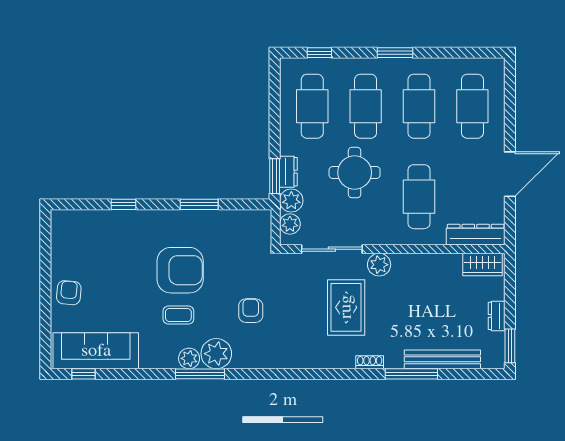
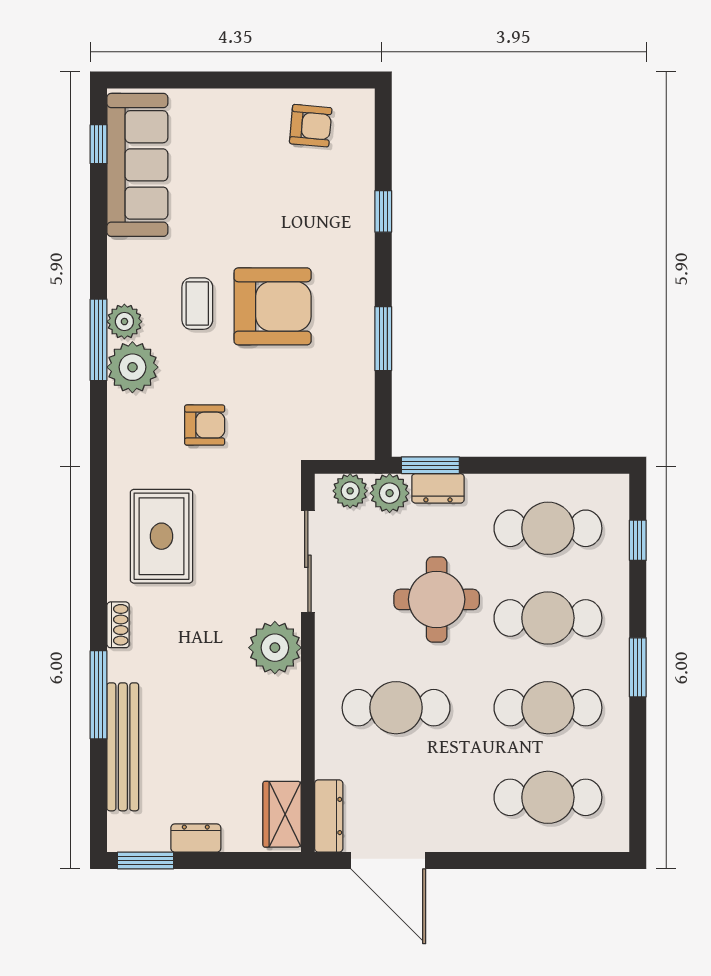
door: (510, 174) -> (388, 860), moved
dresser: (476, 235) -> (329, 816), width x0.73, depth x0.80
plant: (379, 265) -> (275, 648), width x1.36, depth x1.36
armchair: (180, 270) -> (273, 306), turned -90
armchair: (69, 293) -> (311, 126), moved
rug: (346, 307) -> (161, 536), moved, turned 90

